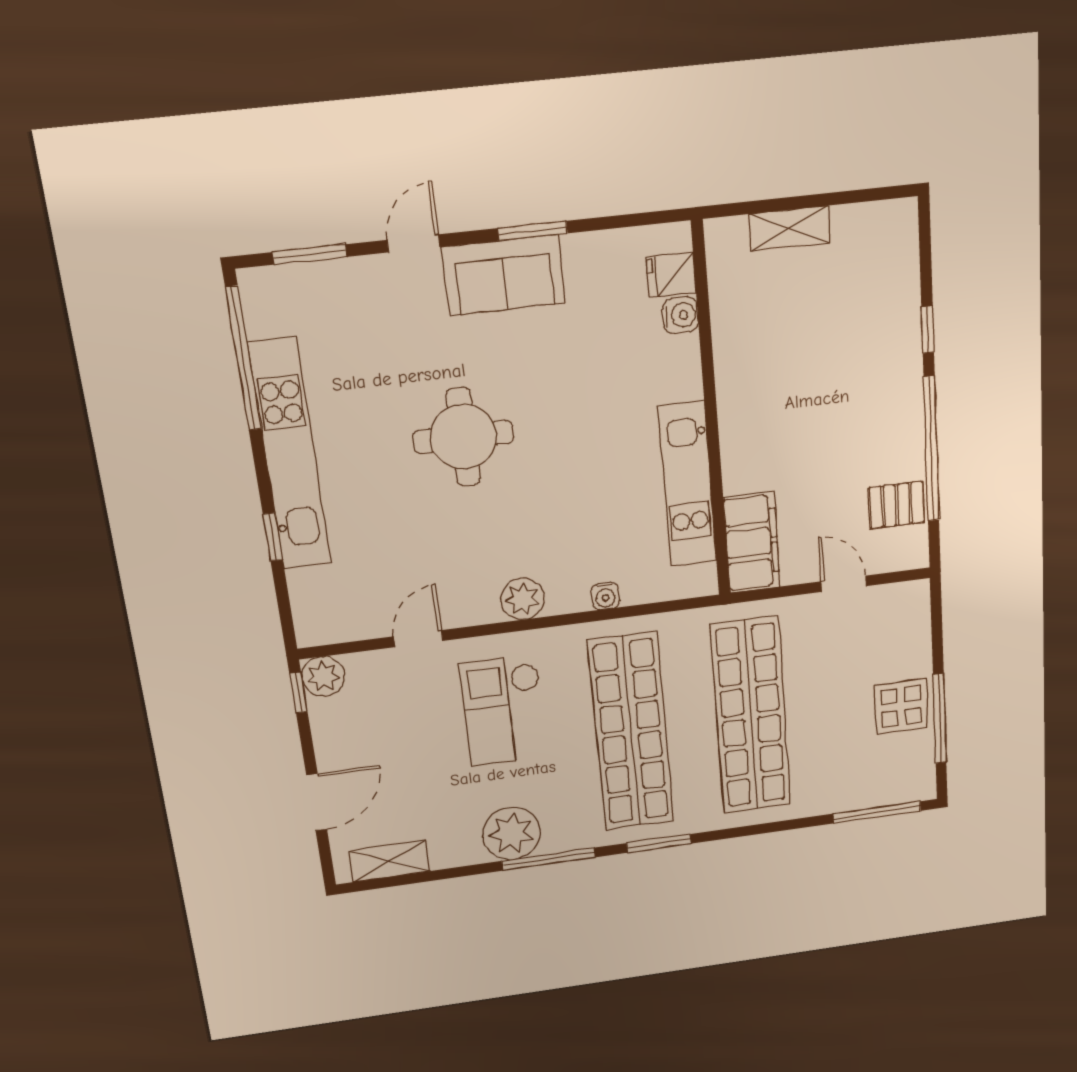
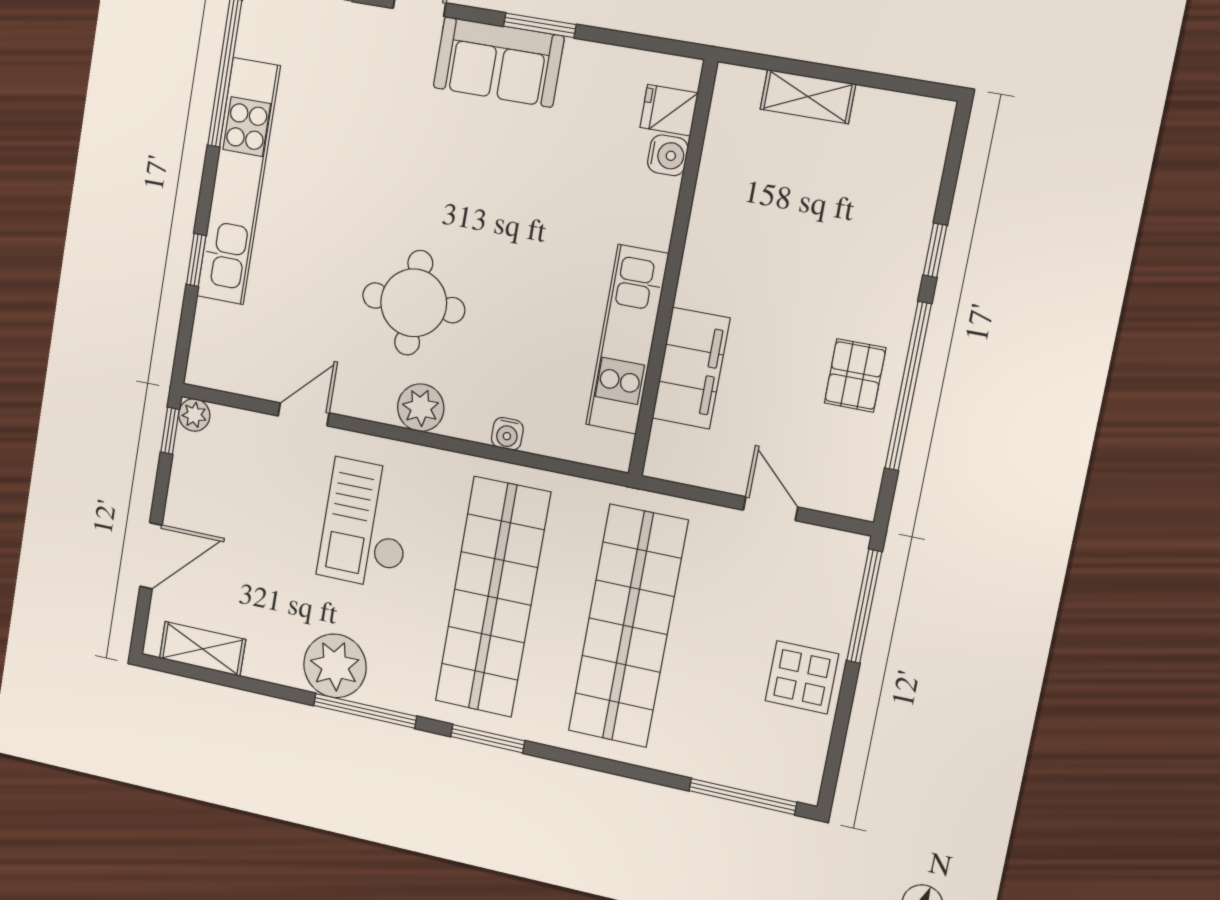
round table: (463, 437) -> (414, 303), moved
pallet: (897, 505) -> (855, 375), moved, turned 90
filing cabinet: (752, 543) -> (691, 368), moved
plant: (323, 676) -> (194, 415), width x0.73, depth x0.73
window: (940, 719) -> (864, 606), moved

